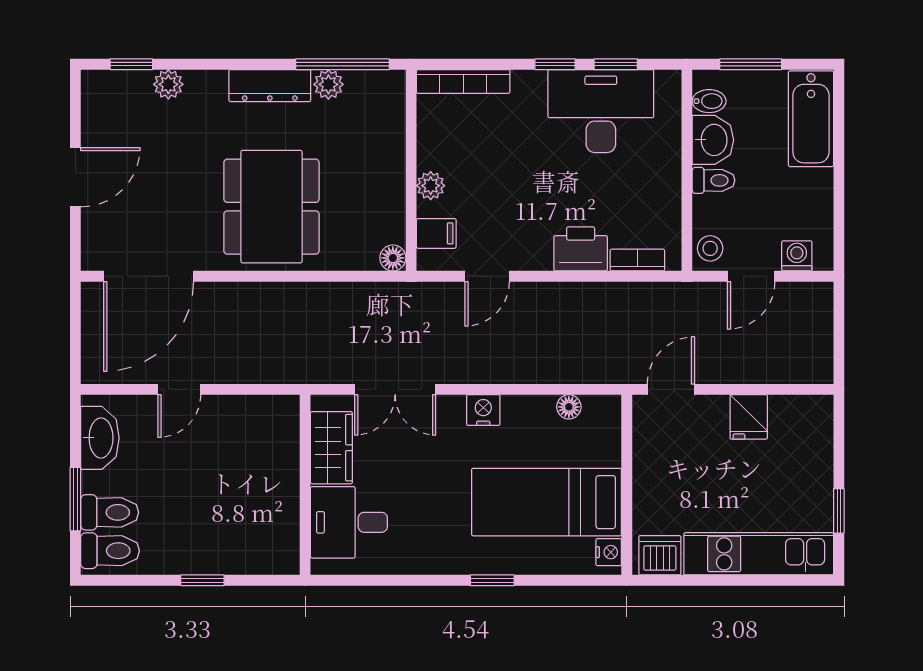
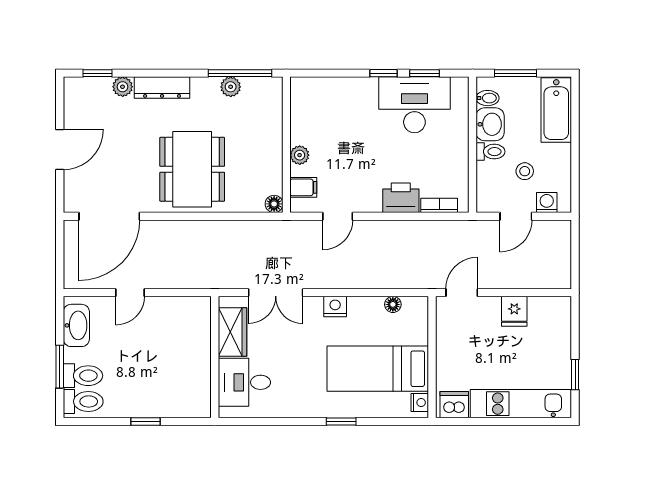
bookcase: (463, 81) -> (321, 85), removed
dresser: (270, 86) -> (162, 88), moved
stool: (710, 248) -> (525, 171), moved

